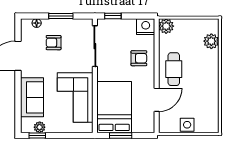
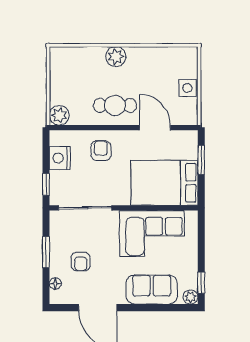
nightstand: (146, 27) -> (60, 158), moved
plant: (211, 41) -> (116, 57), moved
plant: (40, 127) -> (191, 297), moved
window: (121, 135) -> (201, 160), moved

